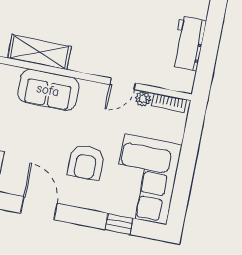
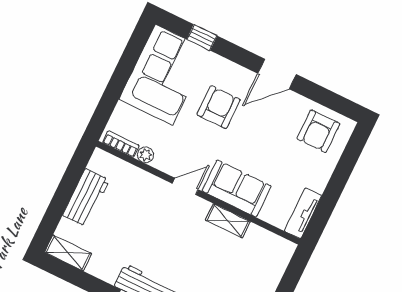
shelving: (39, 52) -> (228, 221), width x0.67, depth x0.75
door: (123, 84) -> (185, 186), moved
door: (39, 208) -> (277, 74), hinge flipped

